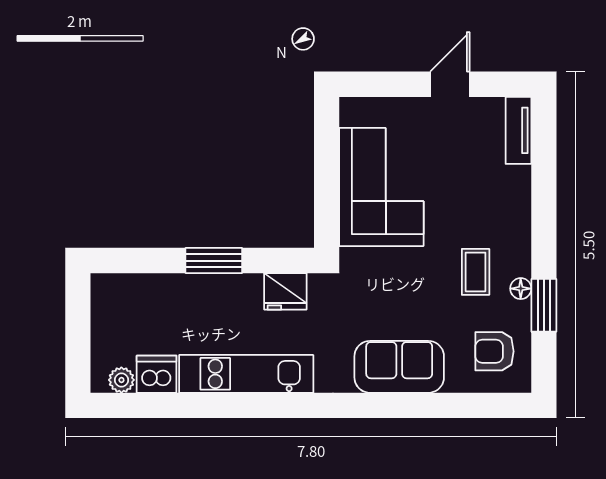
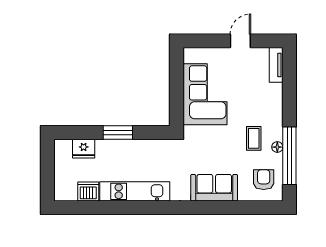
fridge: (285, 291) -> (84, 149), moved
window: (544, 305) -> (289, 156), width x2.11
armchair: (495, 351) -> (264, 180), turned 90
plant: (121, 380) -> (70, 195), removed

